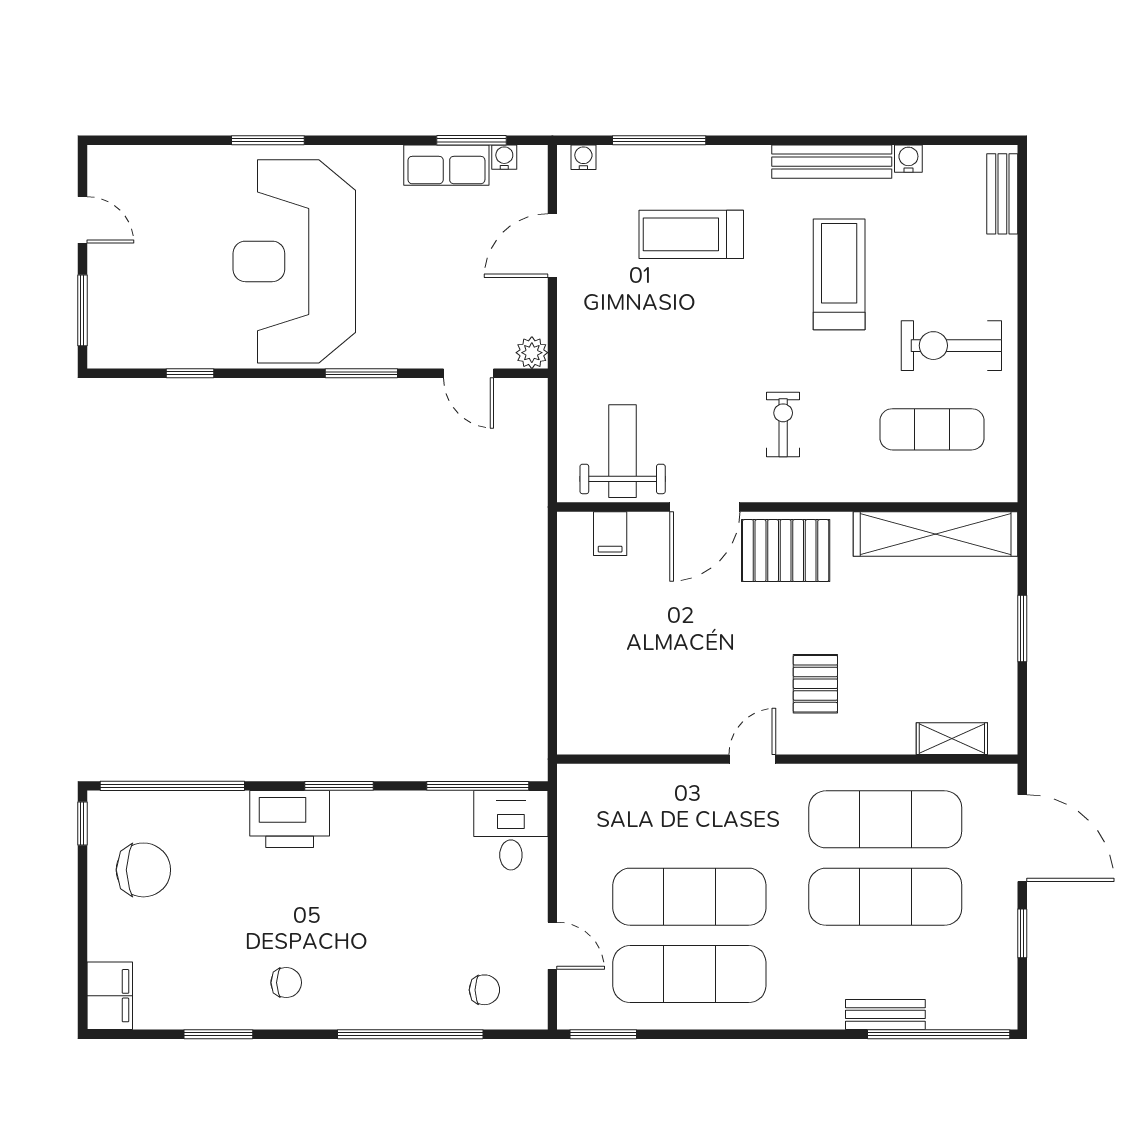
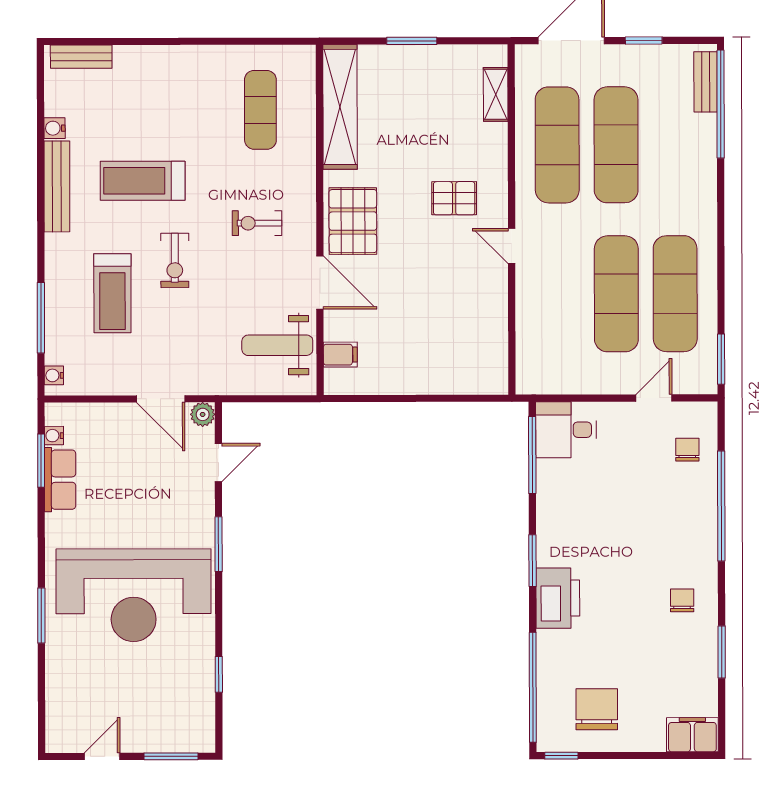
door: (552, 246) -> (161, 399), moved
exercise bike: (951, 346) -> (175, 260), moved, width x0.73, depth x0.72
bench: (885, 1014) -> (706, 82), moved

